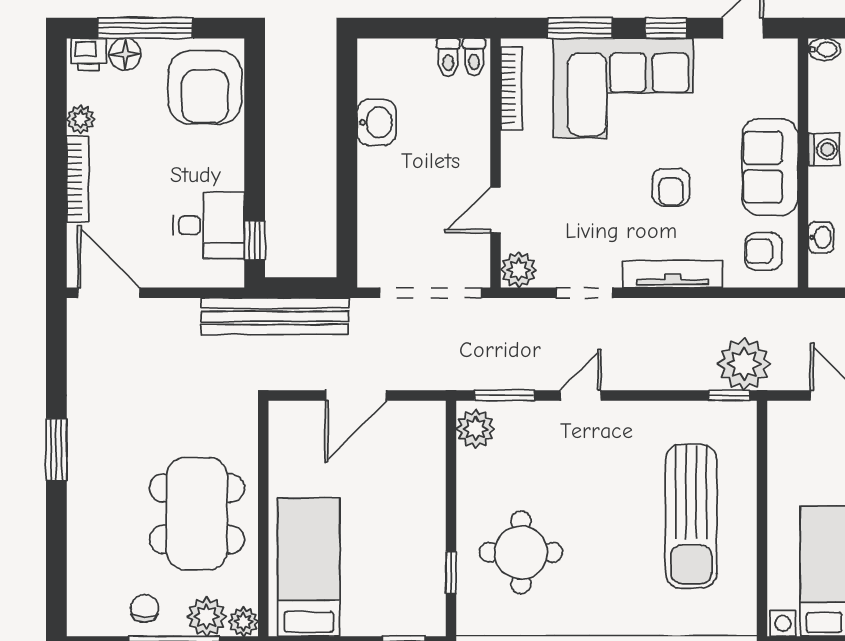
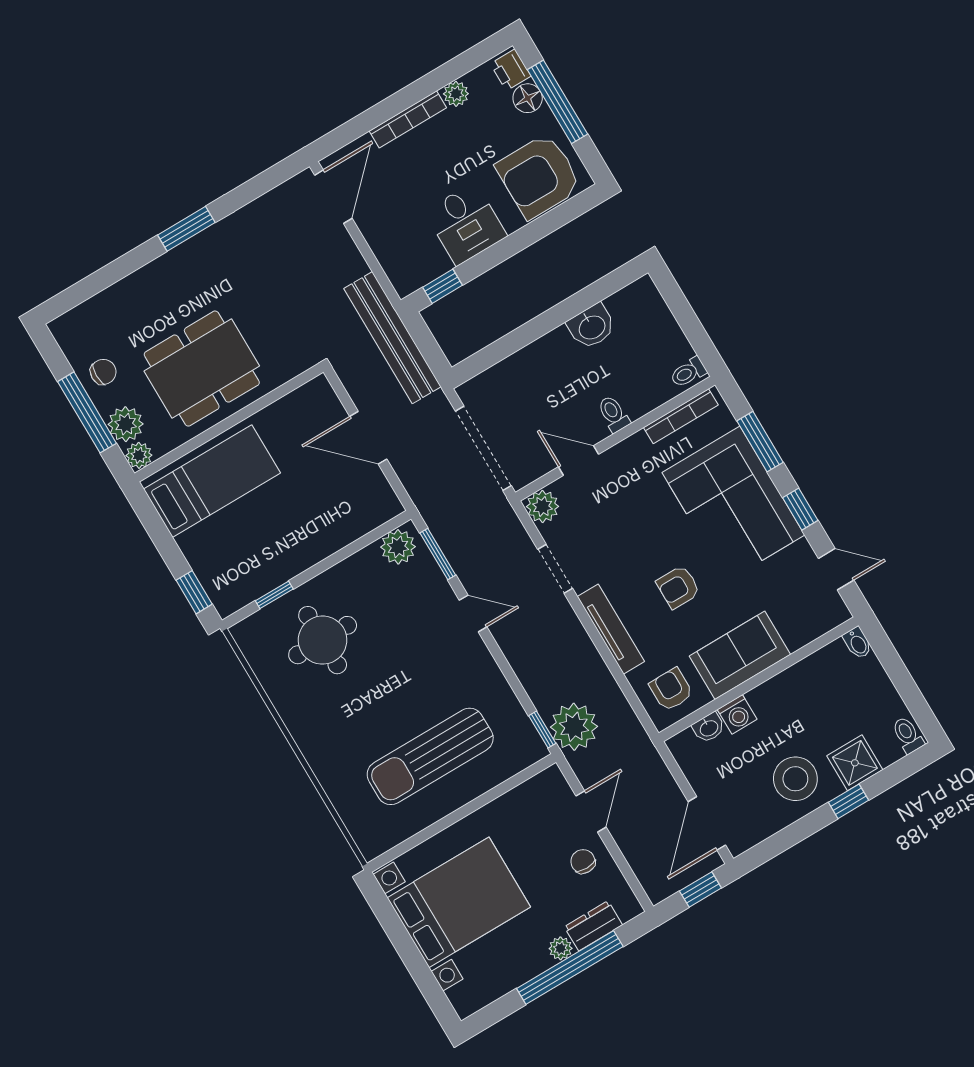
toilet: (448, 57) -> (613, 414), moved, turned 90
washing machine: (824, 149) -> (737, 714), moved
desk: (209, 225) -> (466, 224), moved

